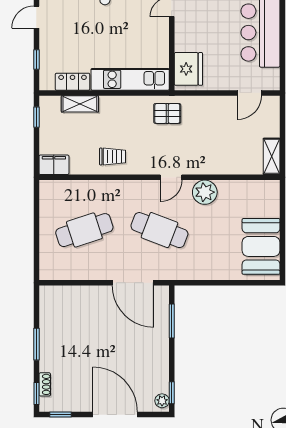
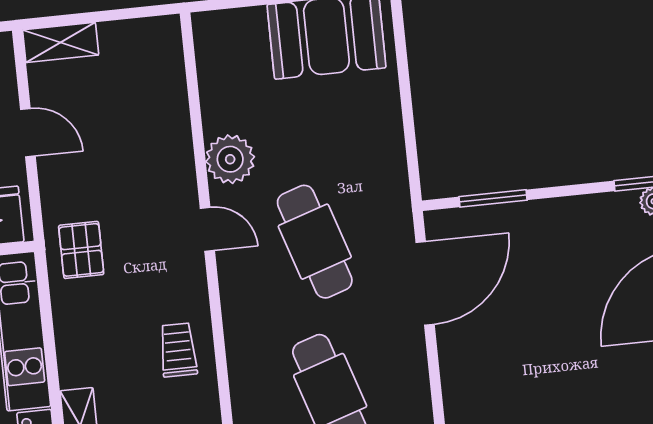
door: (249, 93) -> (28, 133), moved
shelving: (272, 156) -> (61, 42), moved
cafe table: (159, 230) -> (315, 242), turned -39

